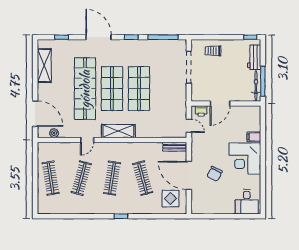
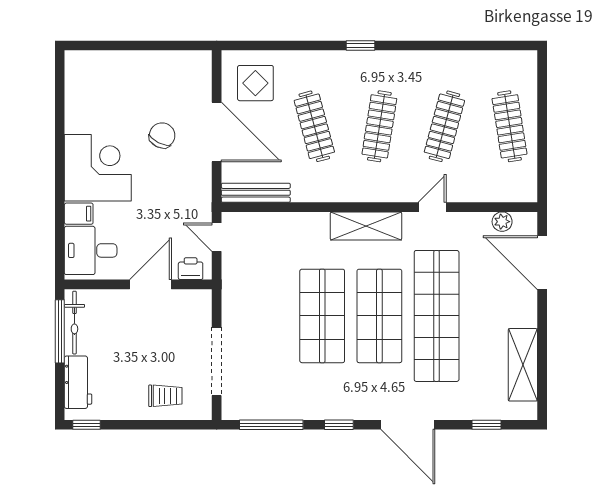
bench: (175, 147) -> (256, 193), width x1.36
desk: (247, 202) -> (91, 250), moved, turned -90

